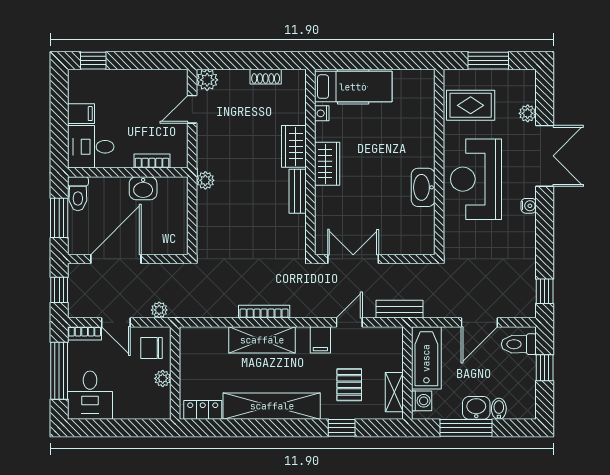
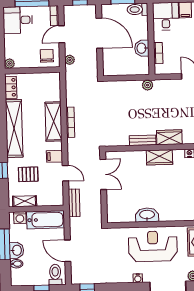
plant: (163, 378) -> (9, 64), moved

